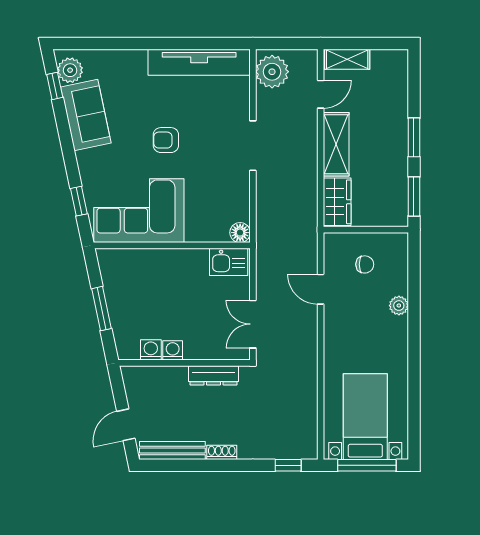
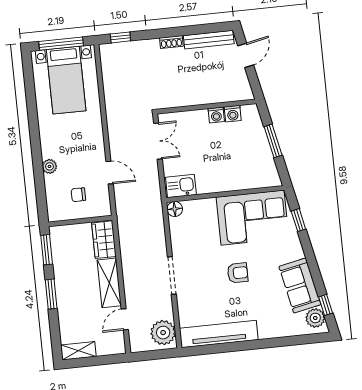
shelving: (347, 59) -> (78, 351), moved
dresser: (214, 375) -> (184, 99), removed

